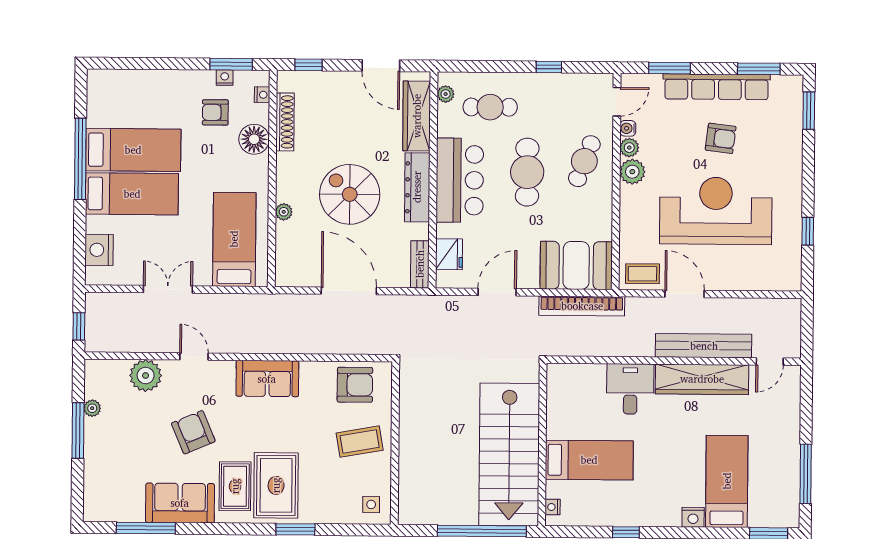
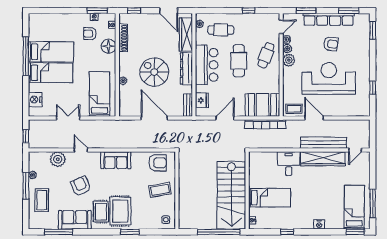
coffee table: (111, 461) -> (42, 200), added
bed: (727, 481) -> (354, 207), moved

